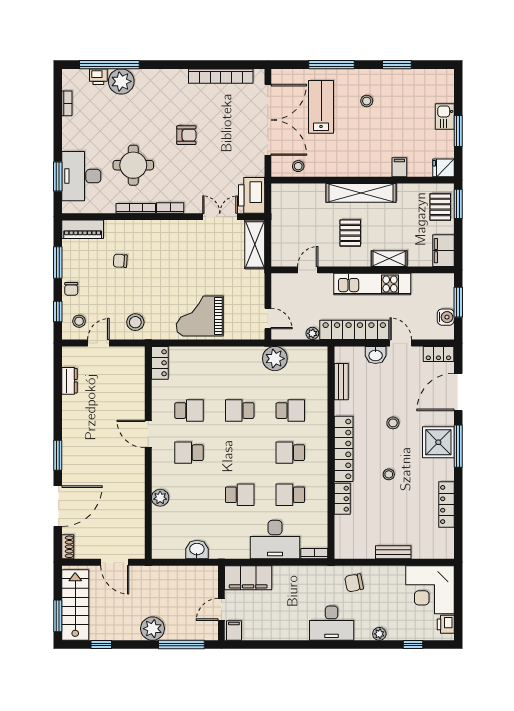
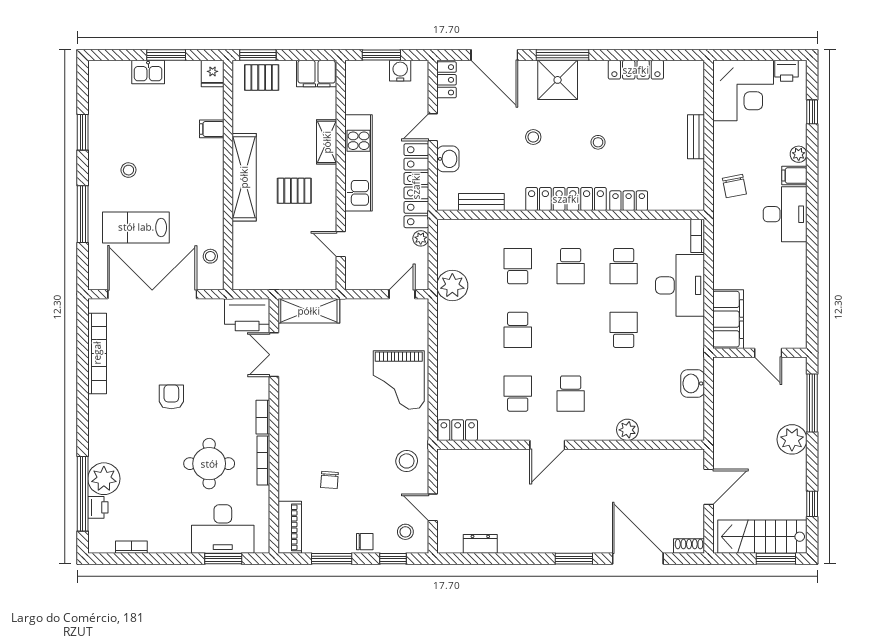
filing cabinet: (234, 630) -> (794, 176), moved

